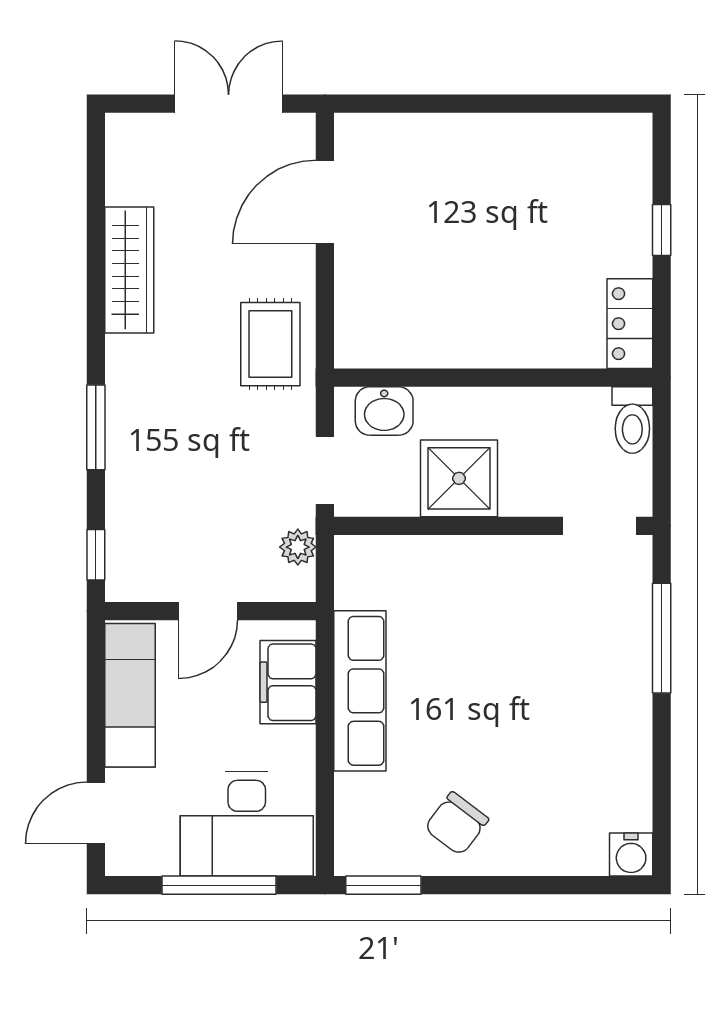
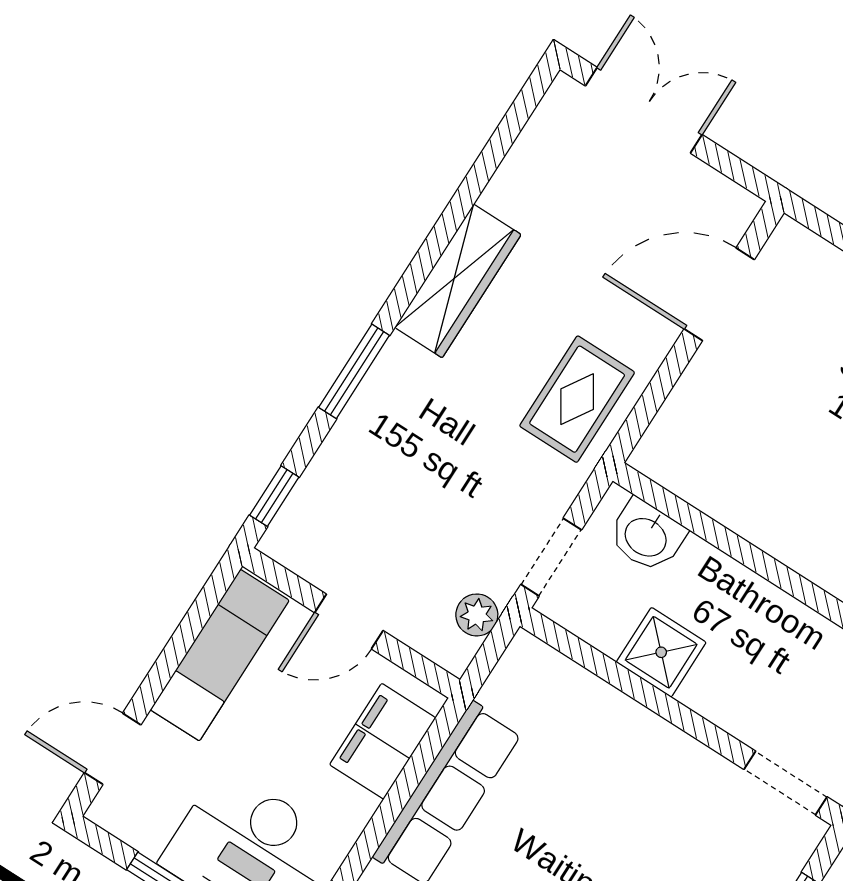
double door: (229, 104) -> (644, 110), moved
wardrobe: (129, 270) -> (458, 281), moved
shower: (459, 478) -> (661, 652), width x0.73, depth x0.73

